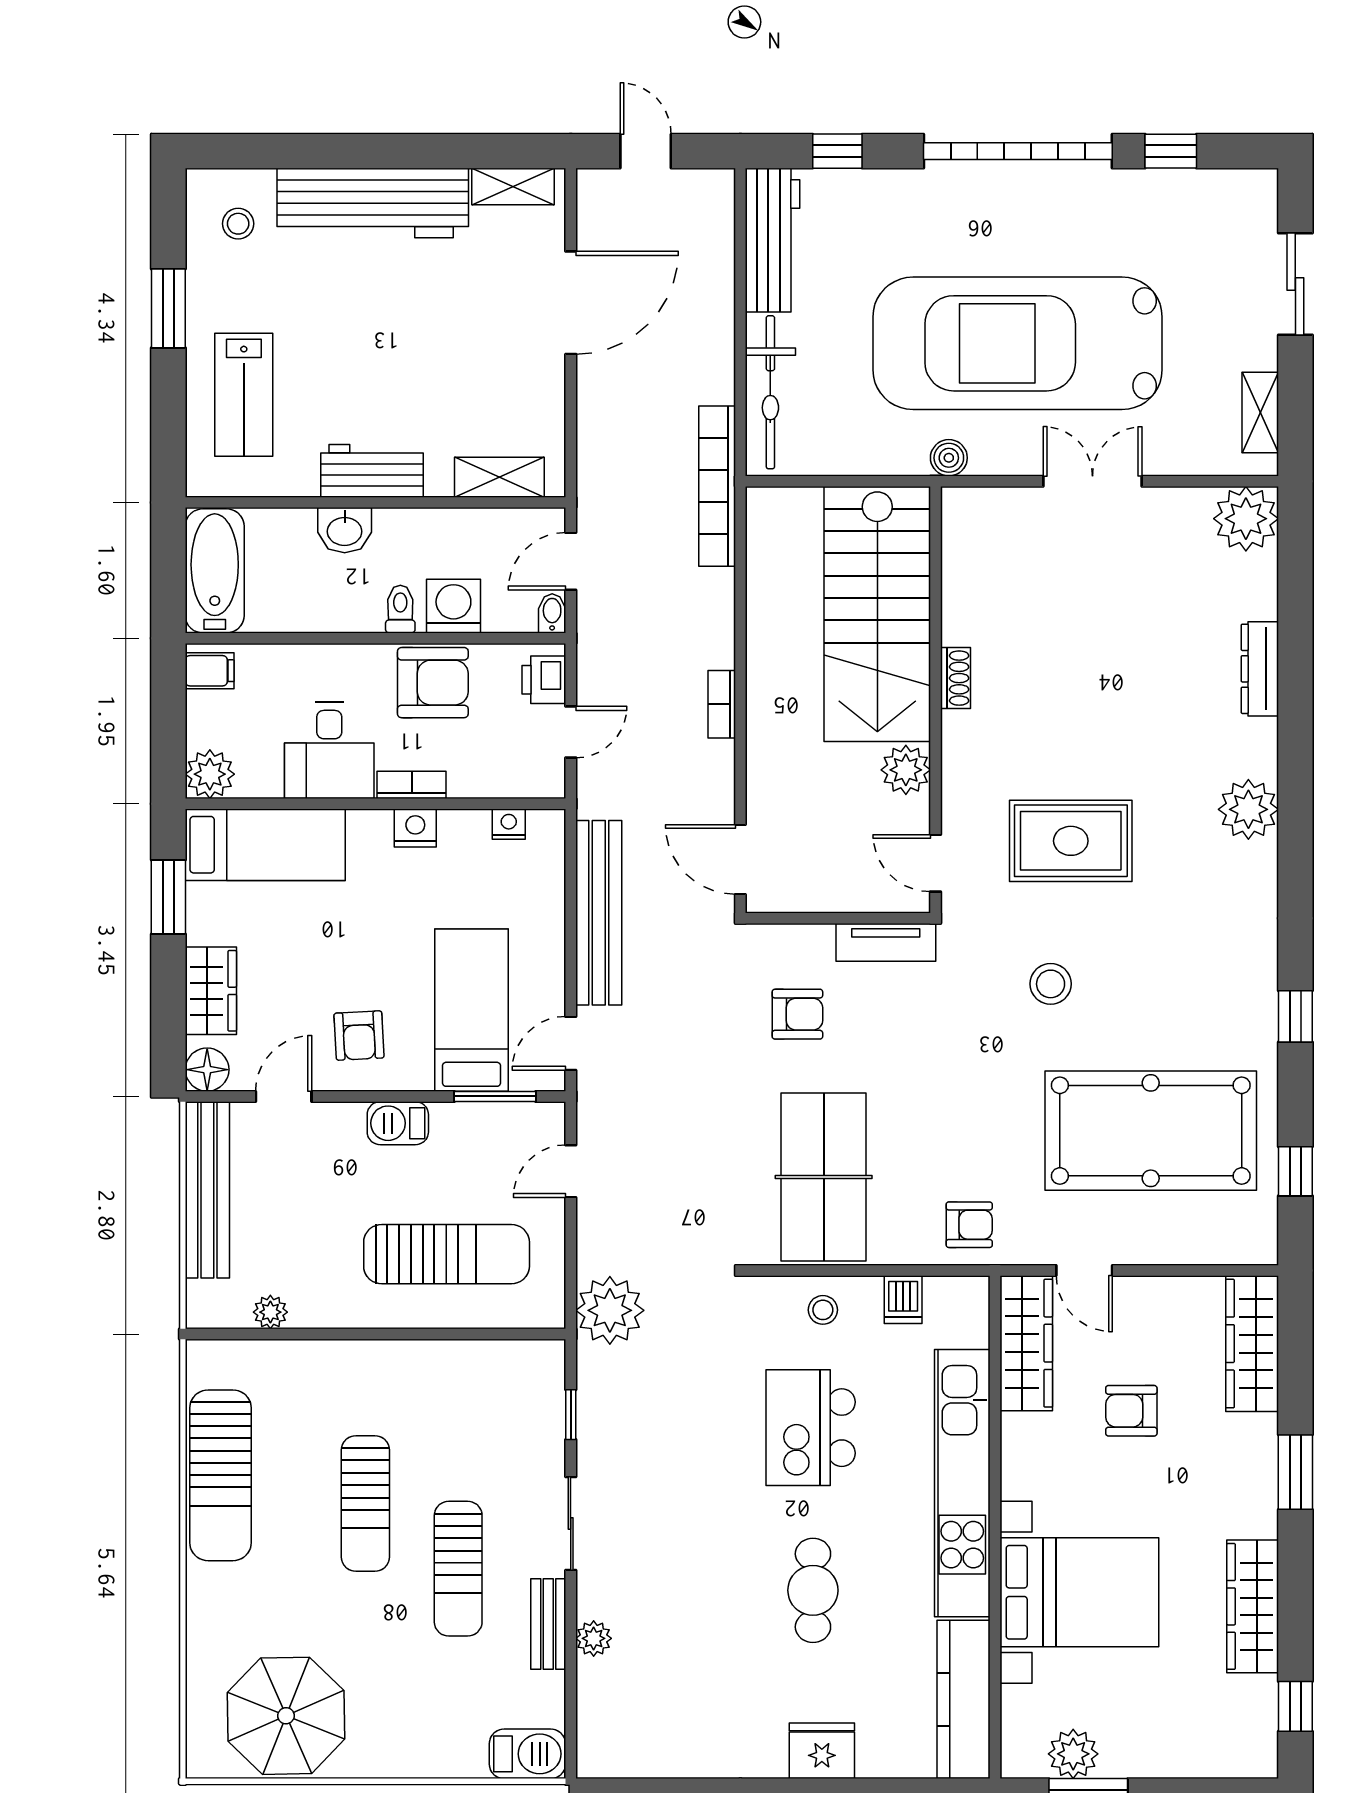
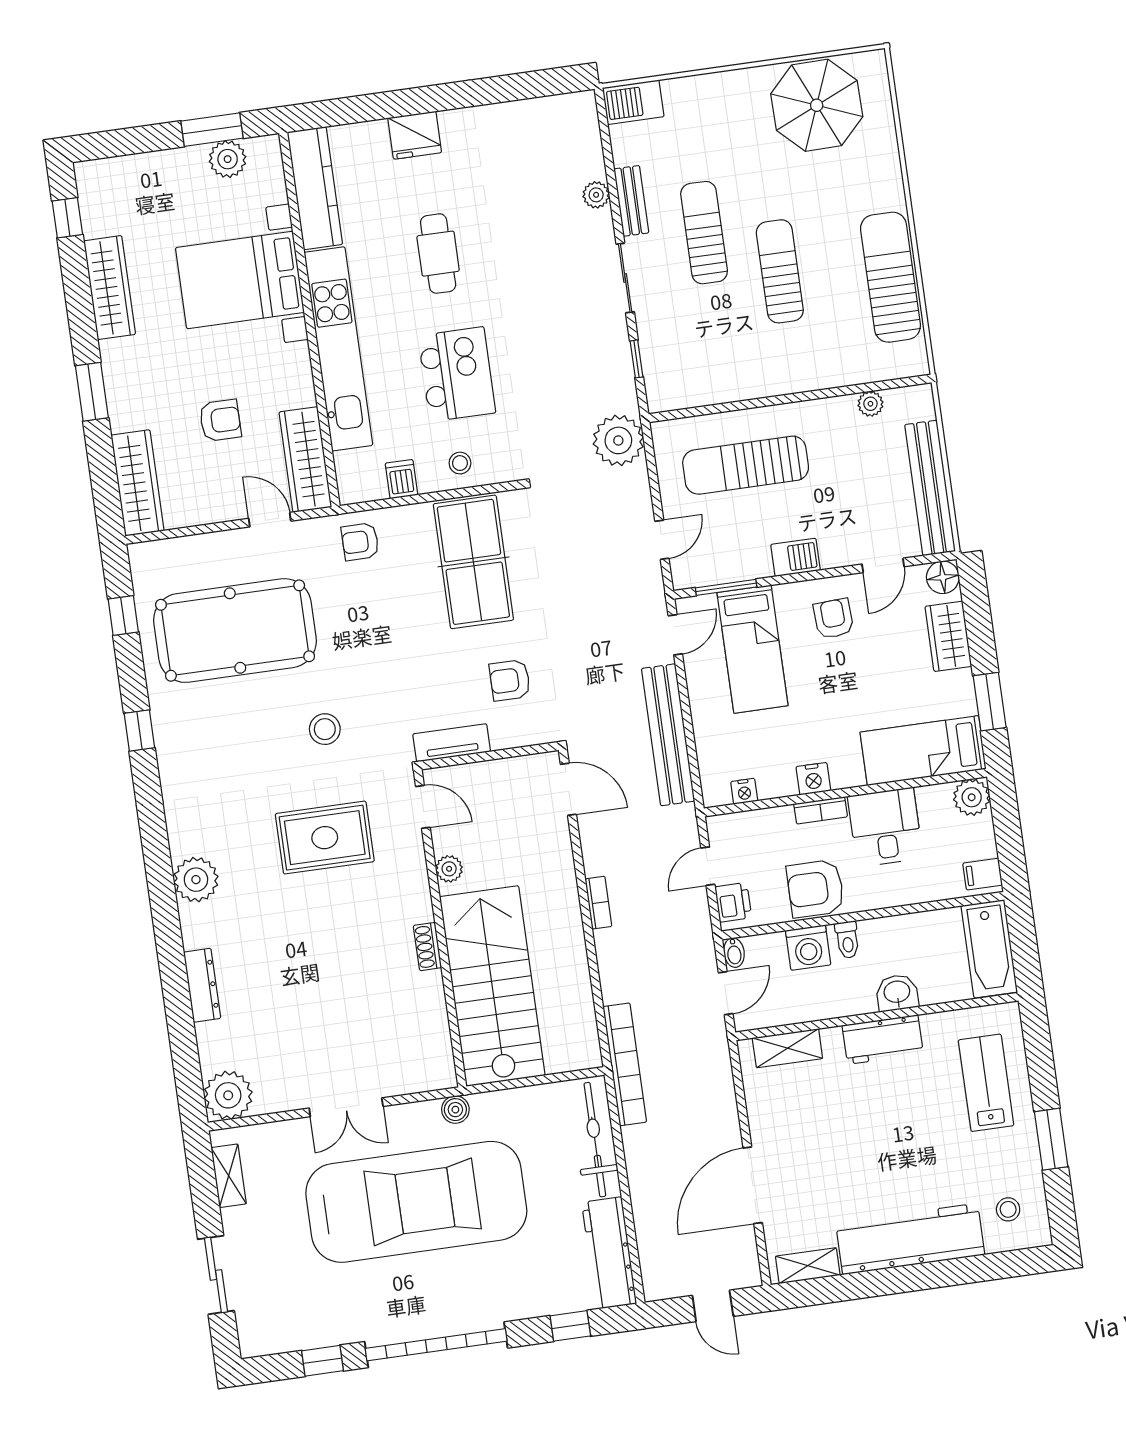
plant: (906, 770) -> (449, 869), width x0.73, depth x0.73

